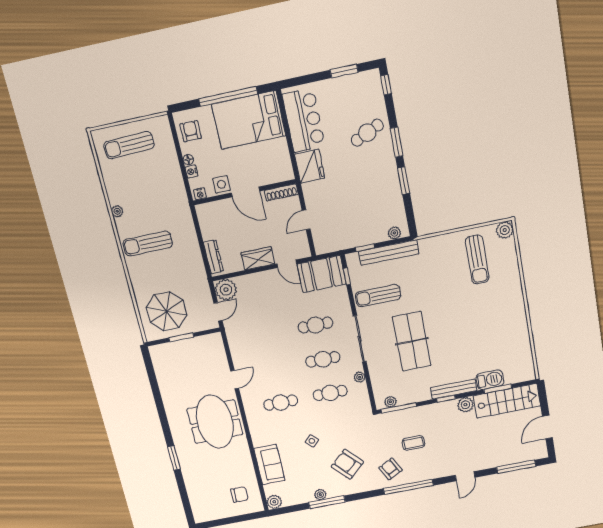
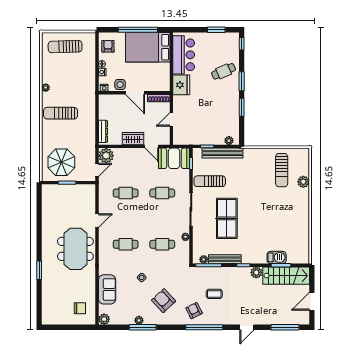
plant: (505, 230) -> (303, 182), moved
cafe table: (323, 359) -> (126, 193), moved
bench: (454, 389) -> (225, 259), moved

